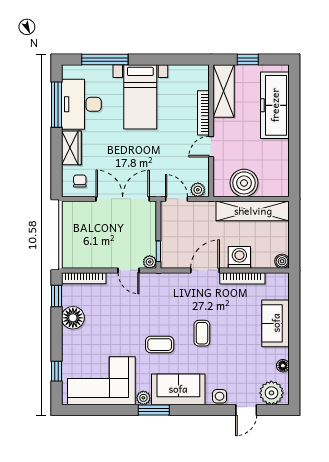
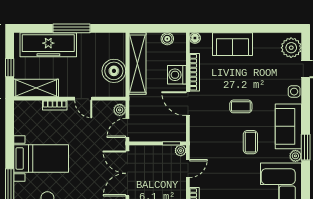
bookcase: (203, 113) -> (55, 105), width x0.64
window: (294, 133) -> (72, 28), added
boiler: (282, 261) -> (167, 39), moved
floor lamp: (283, 366) -> (195, 38), moved

